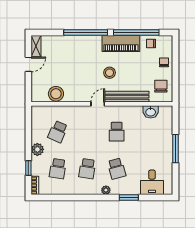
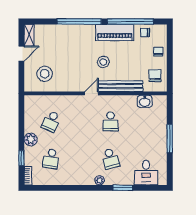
stool: (56, 94) -> (45, 74), moved
school desk: (87, 169) -> (81, 159), removed

